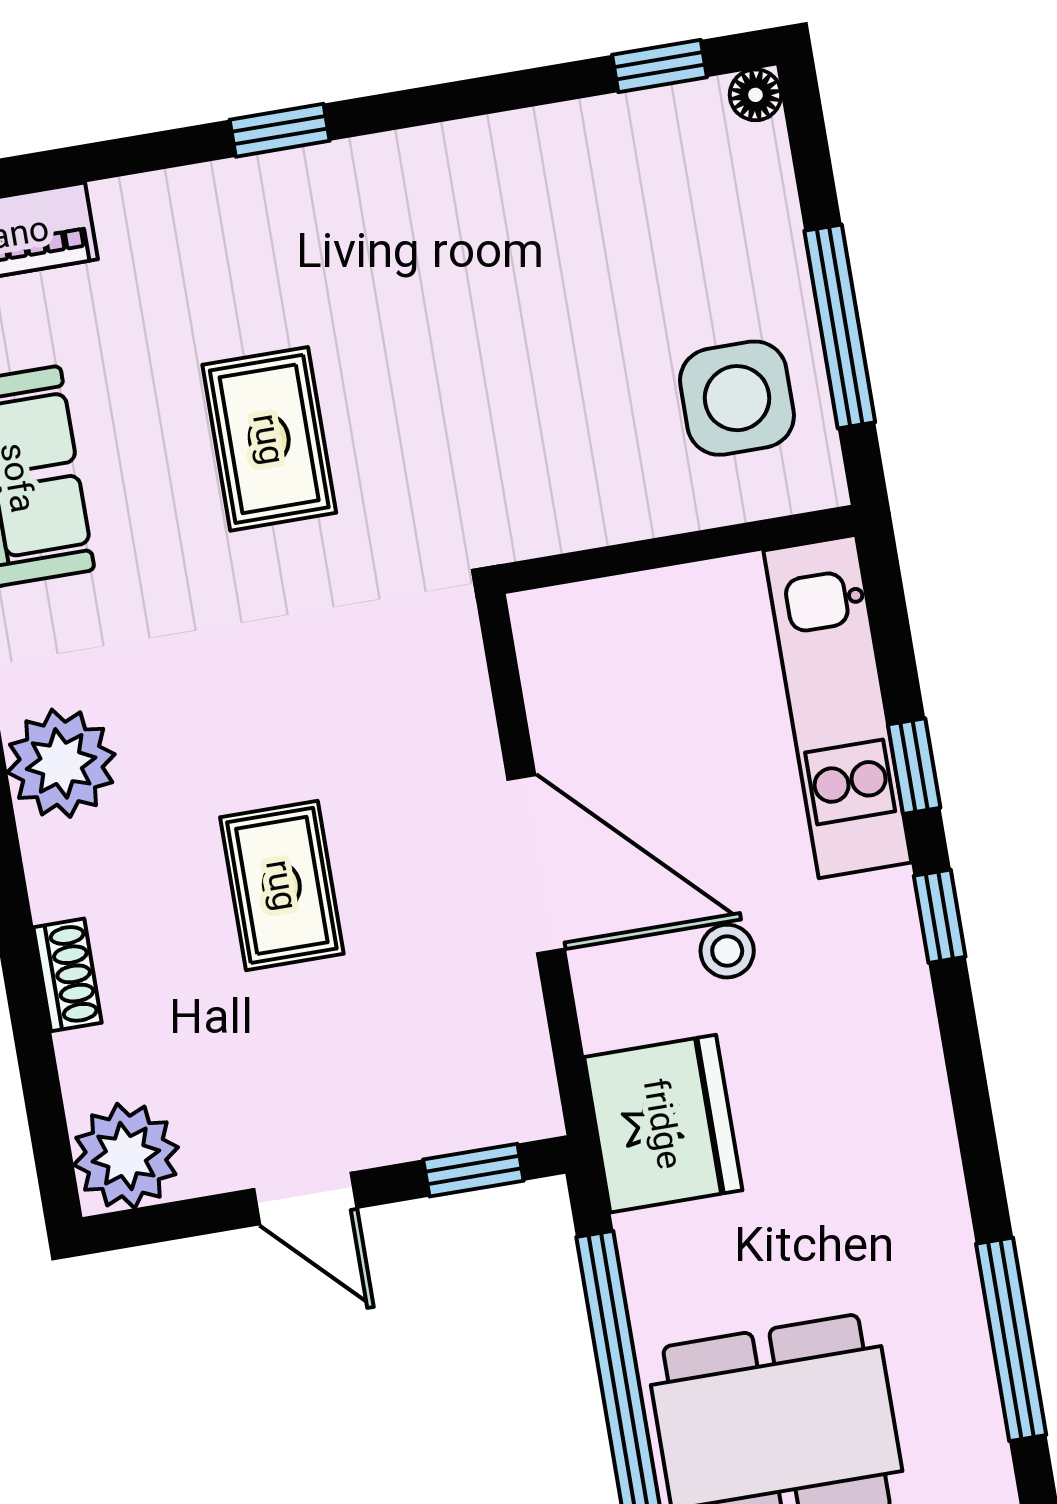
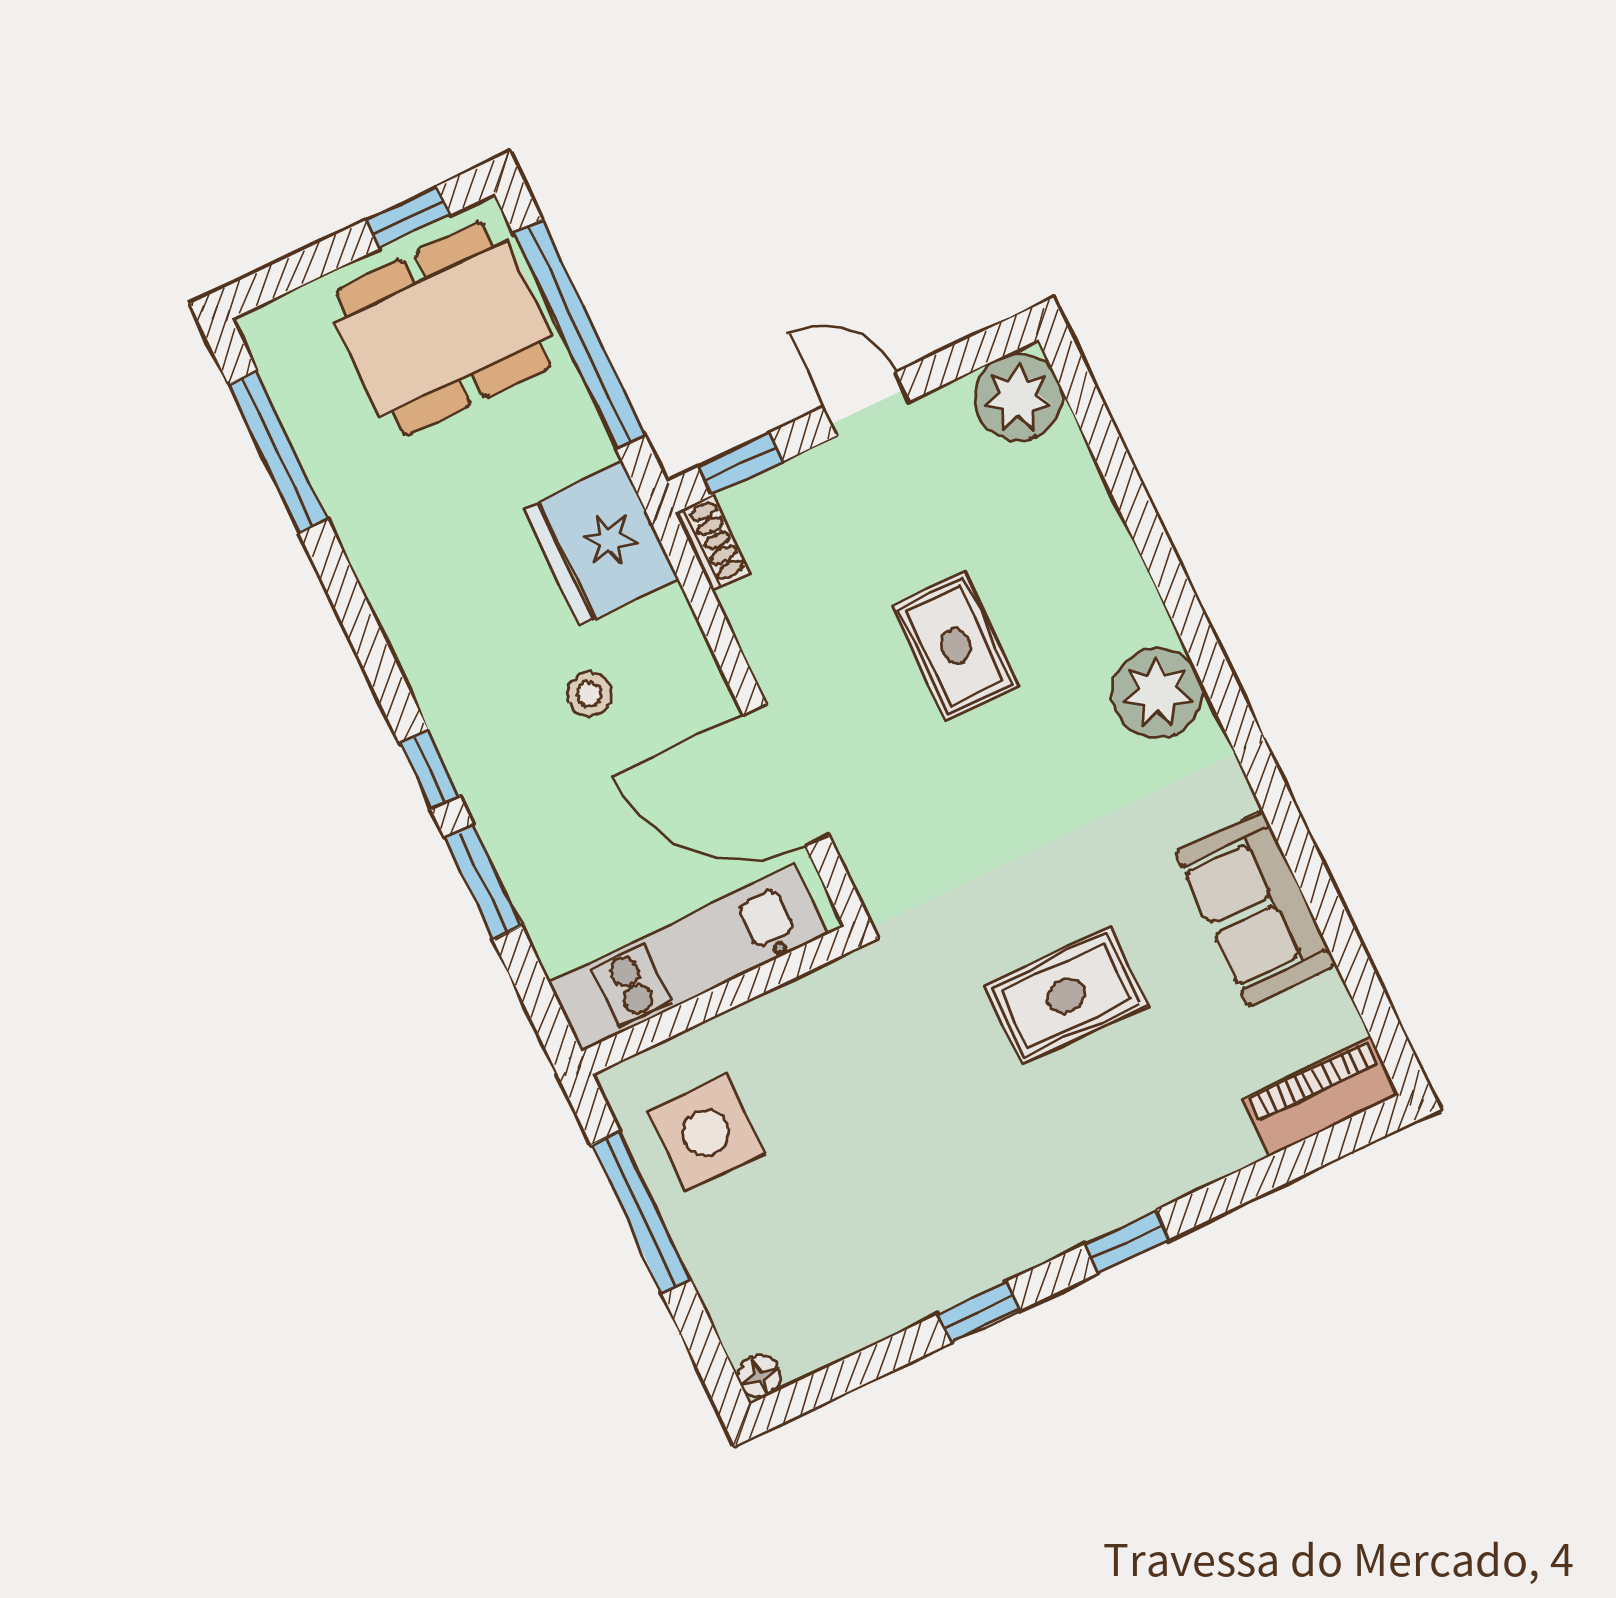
window: (660, 66) -> (979, 1312), moved
rug: (269, 439) -> (1066, 996), turned 90
kitchen unit: (837, 706) -> (688, 958), moved, turned -90
window: (914, 766) -> (483, 882), width x1.50
door: (536, 864) -> (786, 775), moved
shoe rack: (68, 975) -> (712, 543), moved, turned 180

